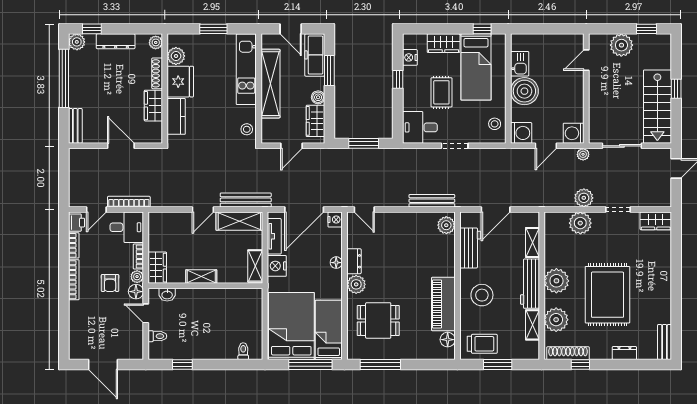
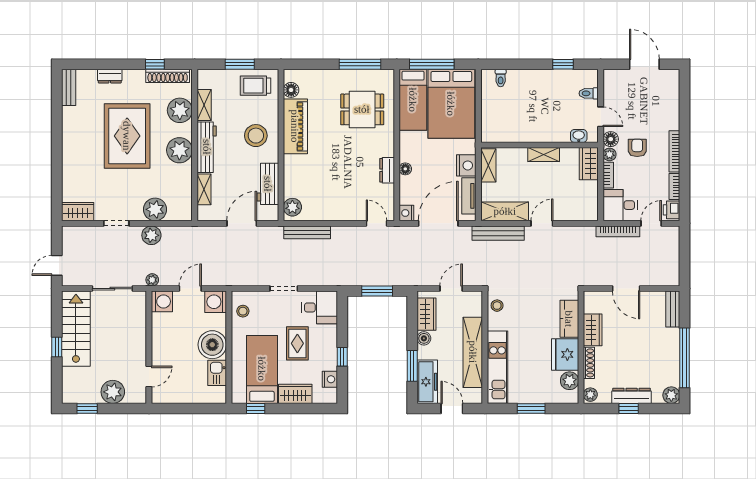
window: (92, 29) -> (629, 408), moved
plant: (356, 284) -> (385, 147), removed

